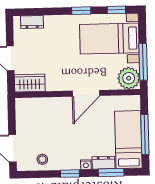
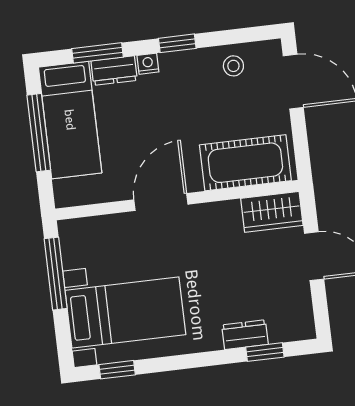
window: (81, 11) -> (265, 352), moved
dresser: (32, 22) -> (245, 335), moved
plant: (129, 78) -> (81, 239), removed
cot: (41, 109) -> (245, 163), added

